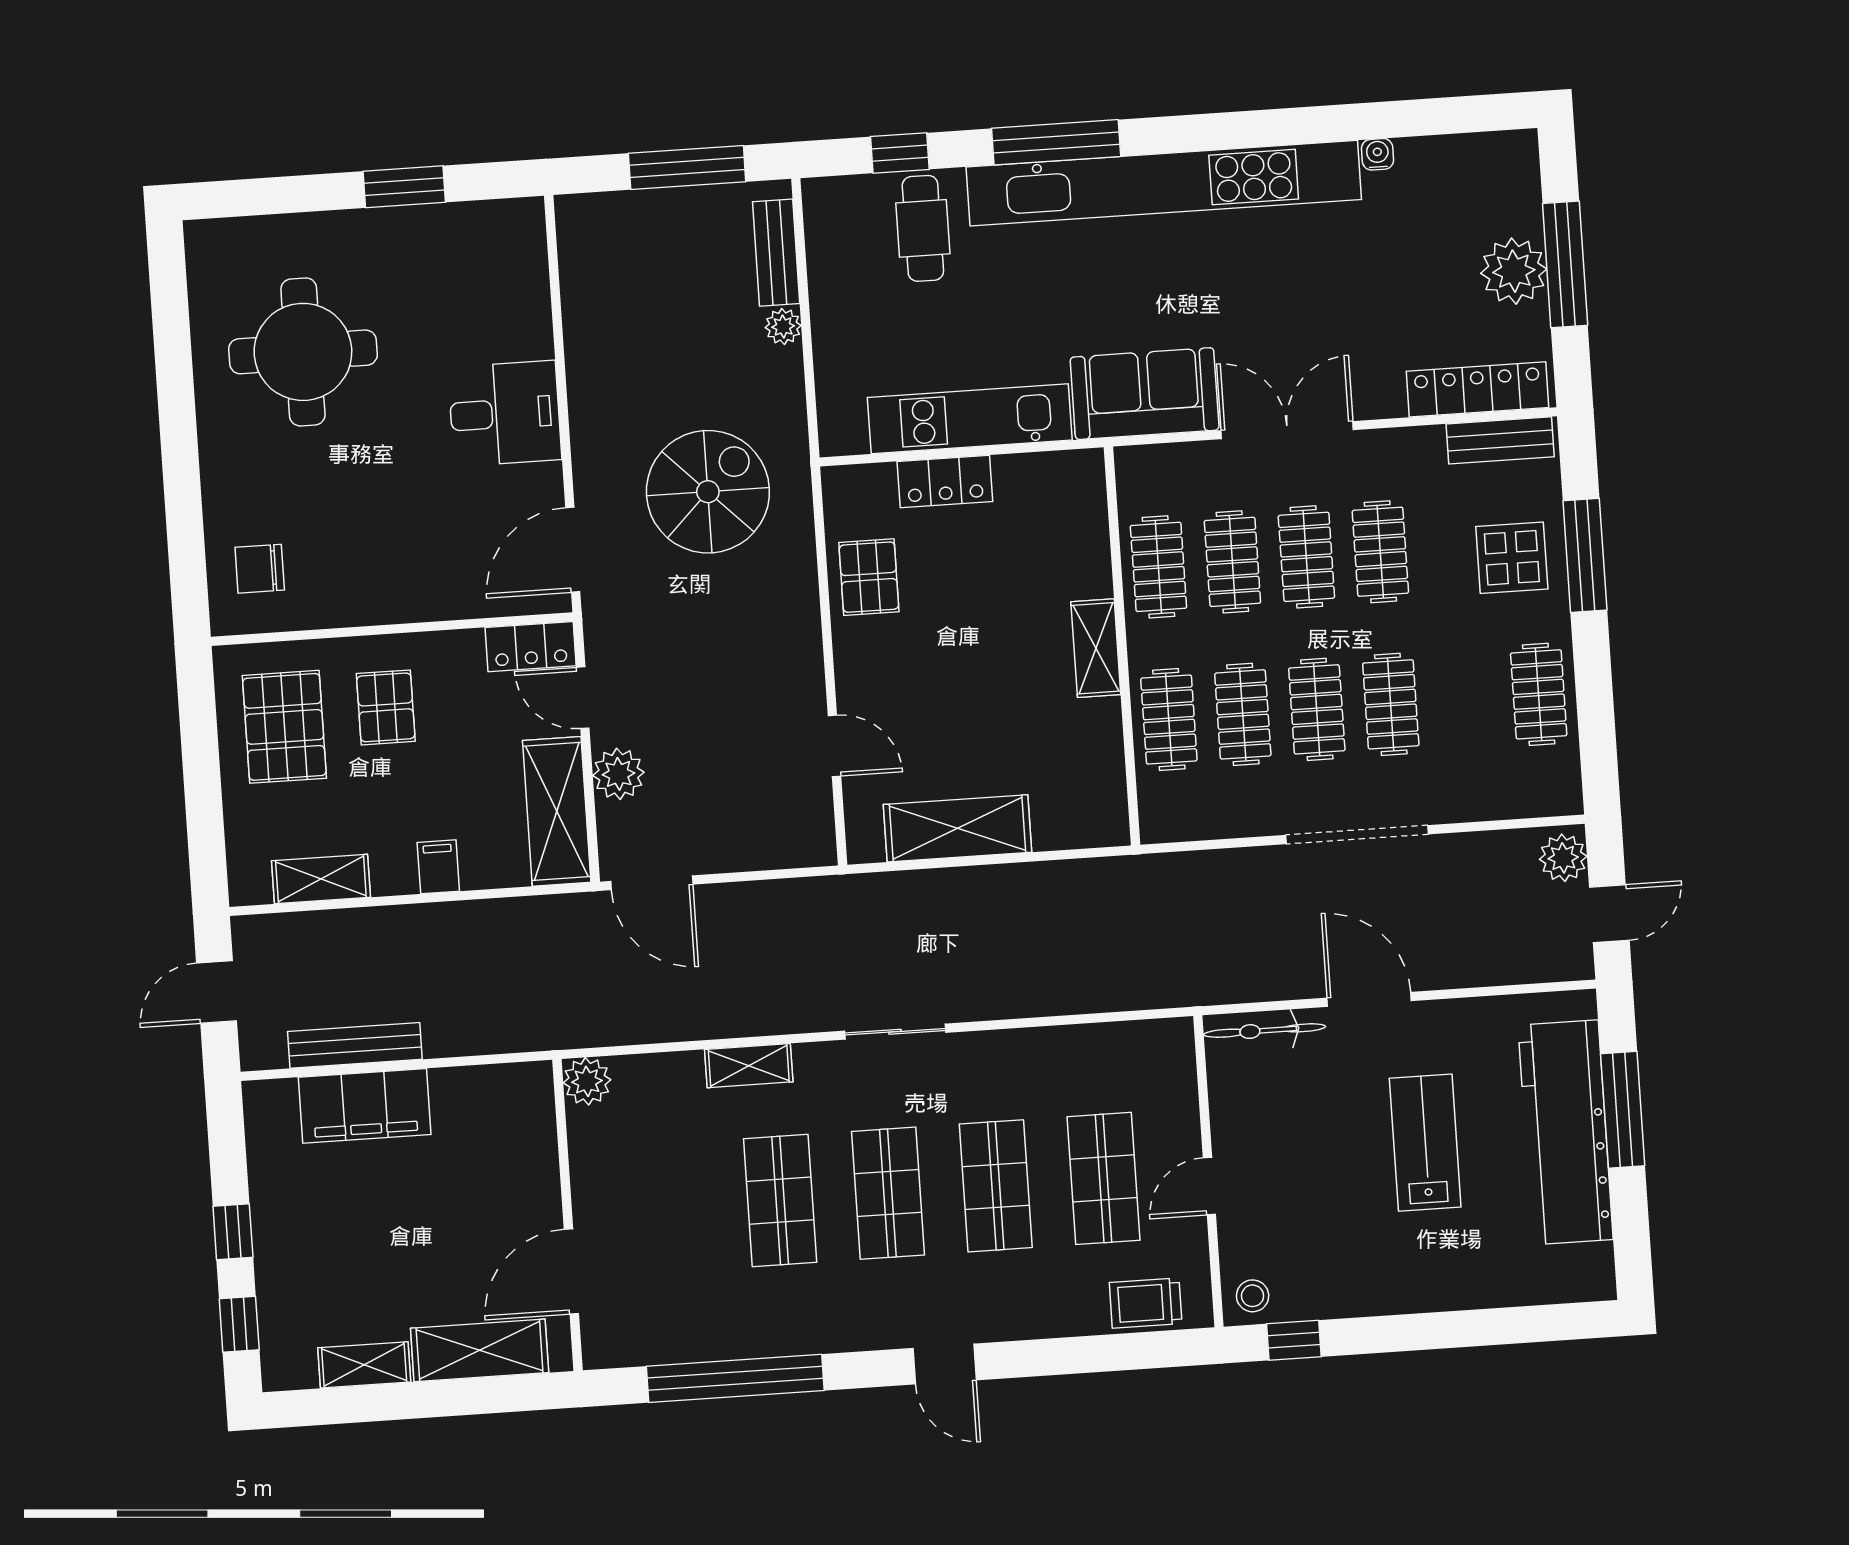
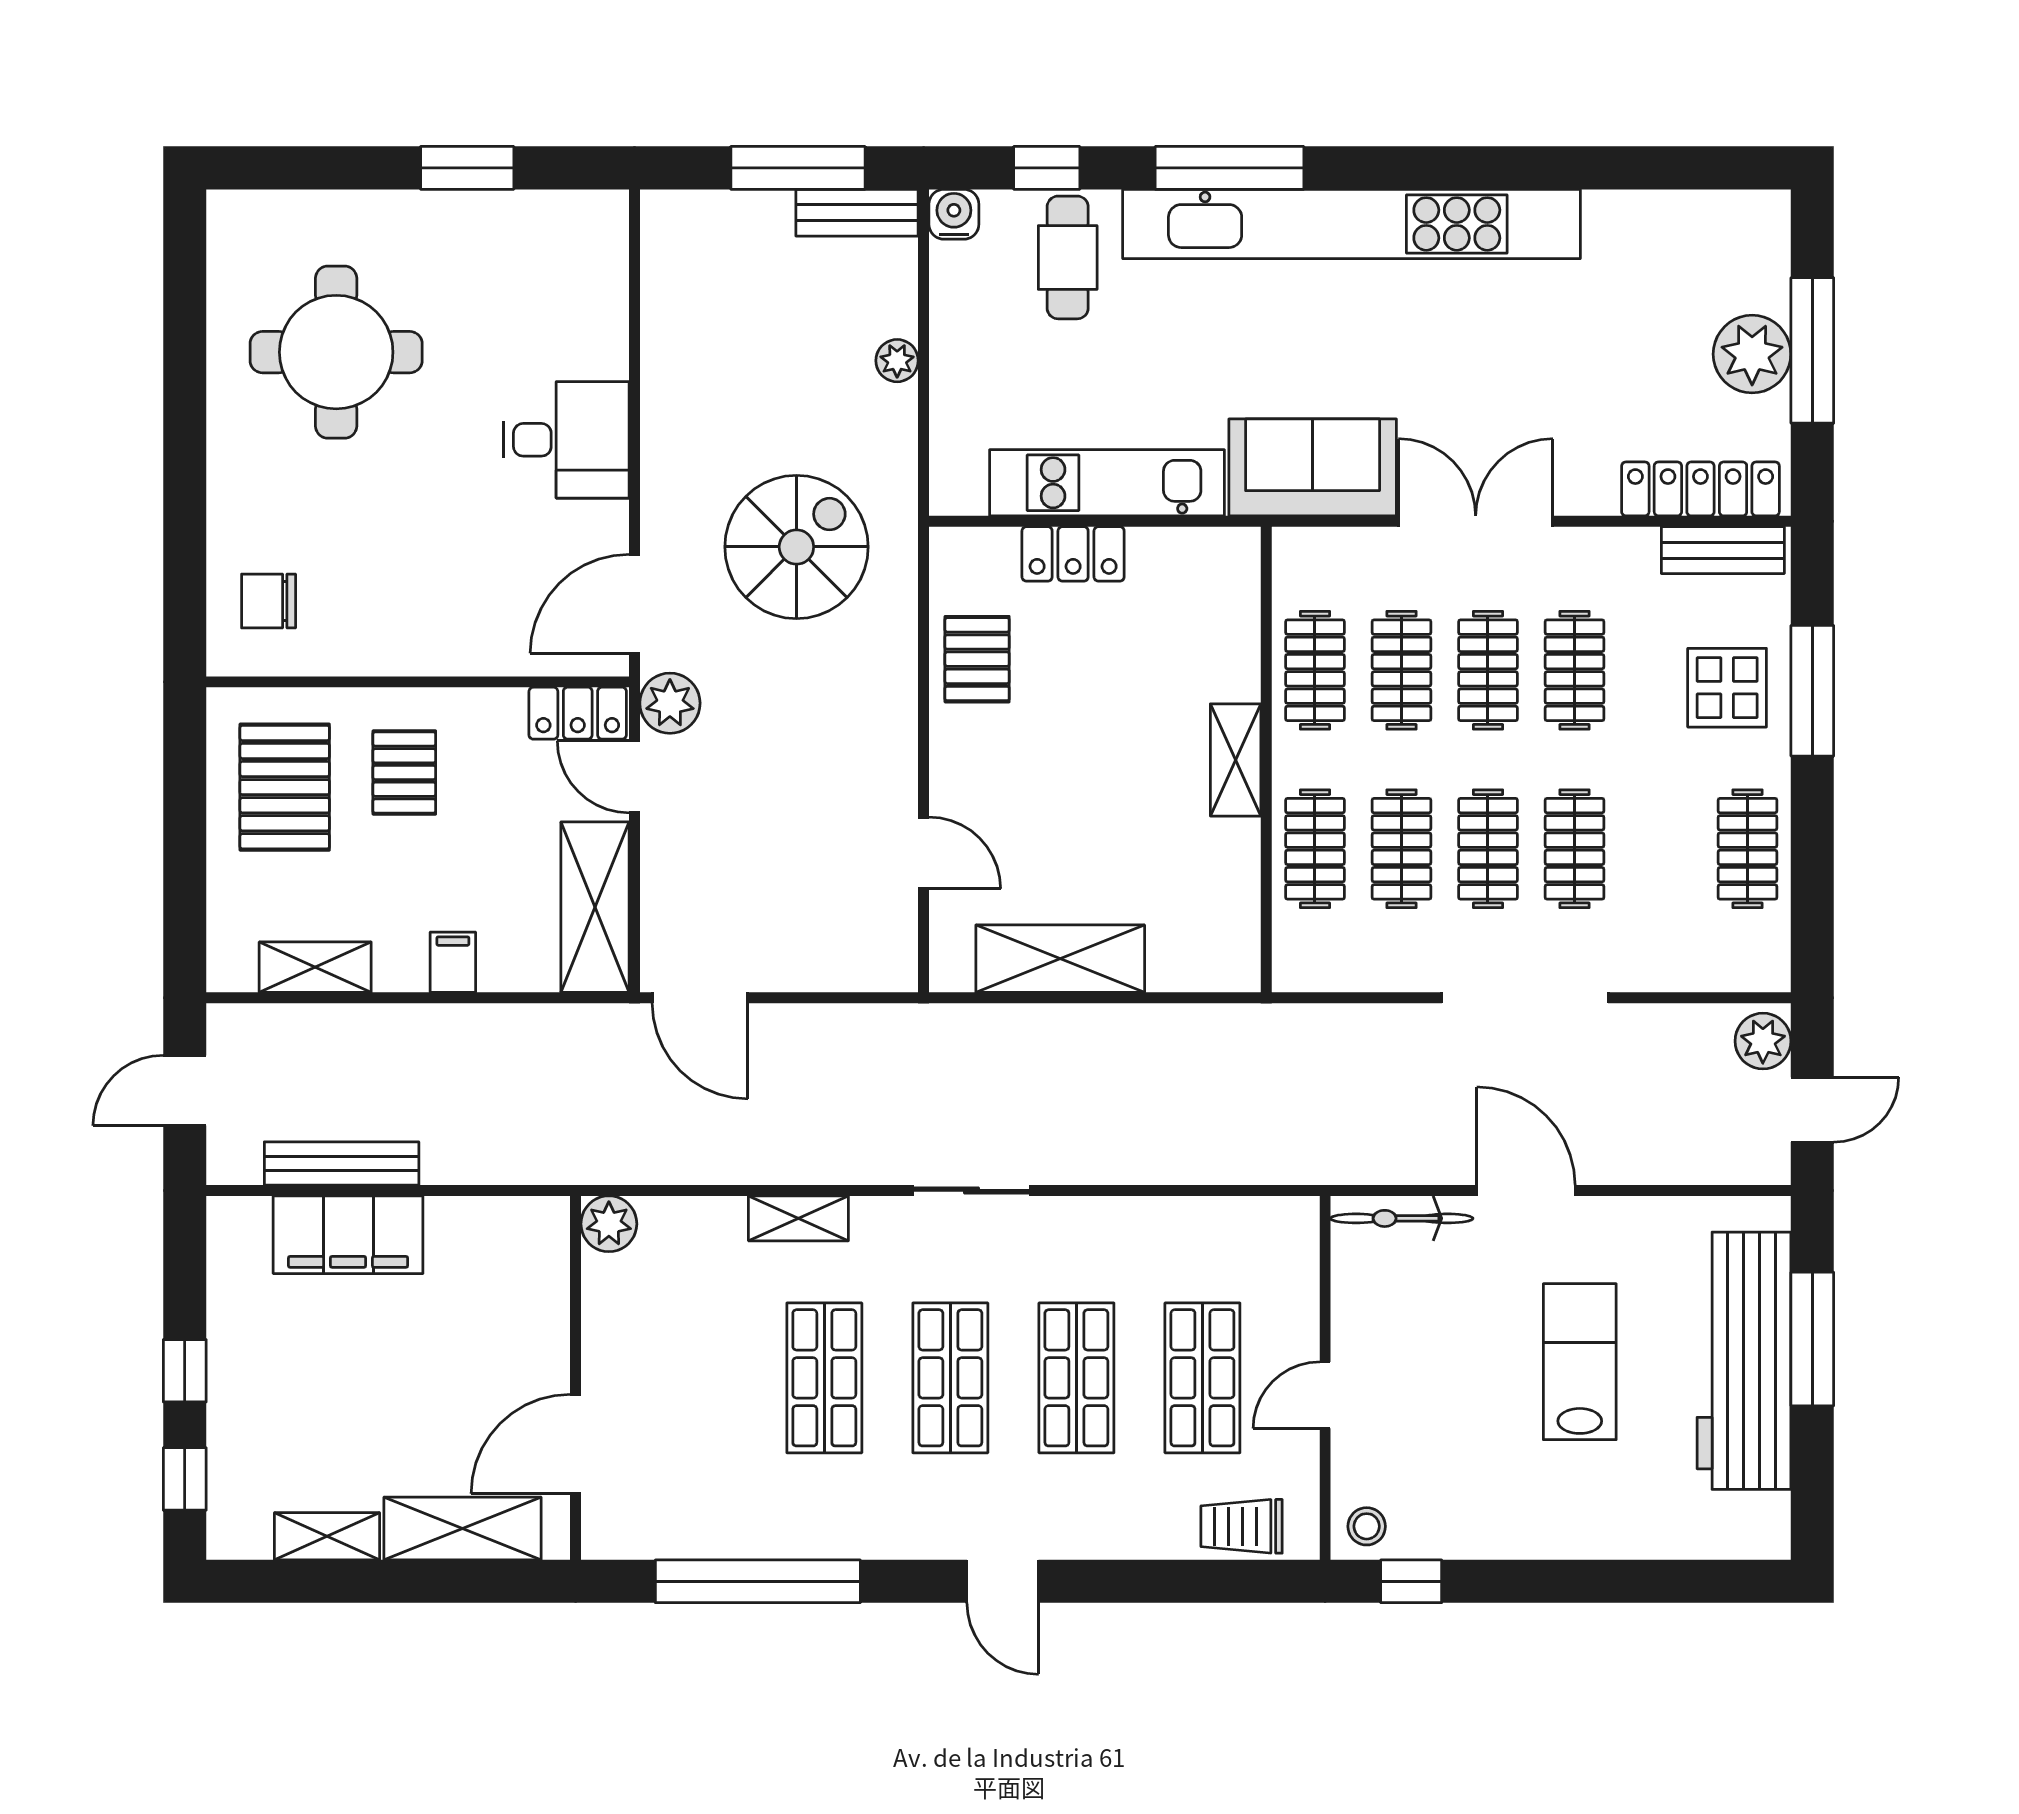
water cooler: (1377, 154) -> (954, 214), moved, width x1.38, depth x1.38
bench: (776, 253) -> (857, 213), moved, turned 90
plant: (618, 774) -> (670, 703), moved

